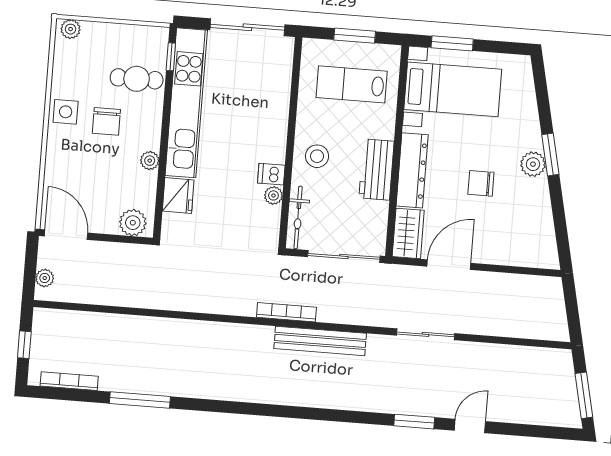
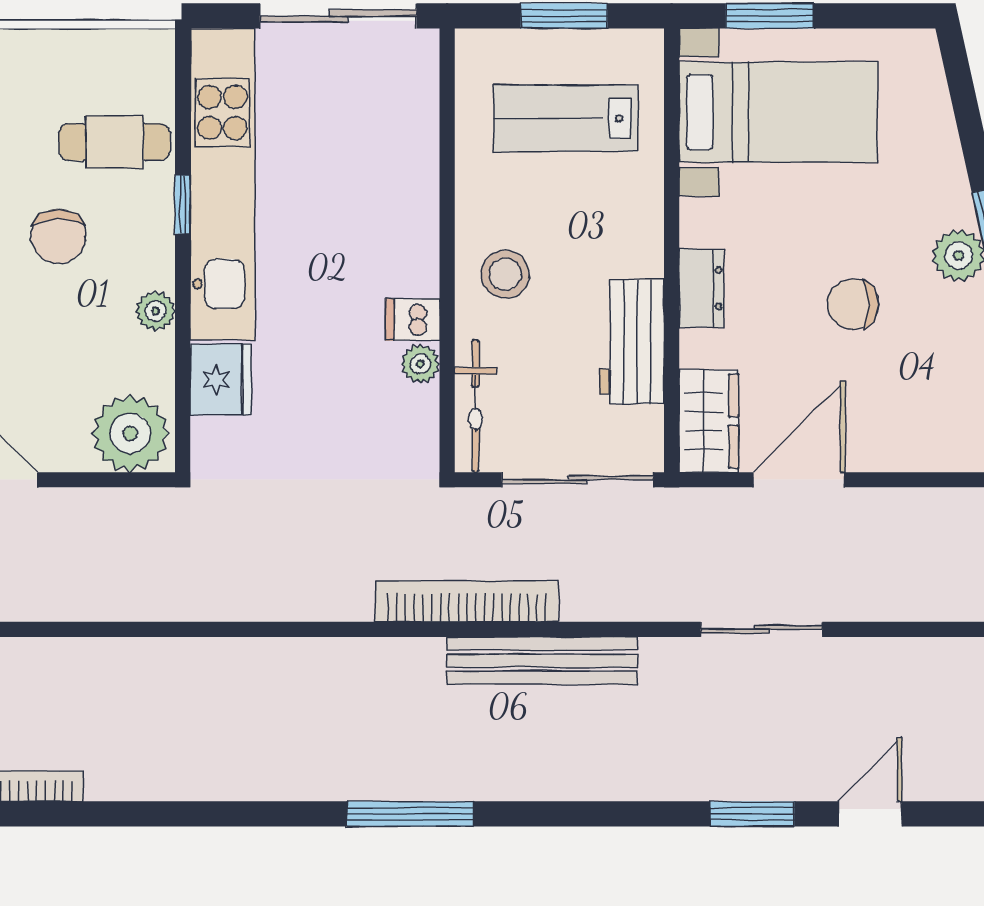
window: (171, 57) -> (183, 204), moved
workbench: (377, 170) -> (632, 342), moved
dresser: (412, 170) -> (701, 288), width x0.51, depth x0.80
plant: (133, 223) -> (130, 433), width x1.36, depth x1.36
bookcase: (286, 312) -> (467, 601), width x1.48, depth x1.31
window: (140, 400) -> (411, 814), moved

